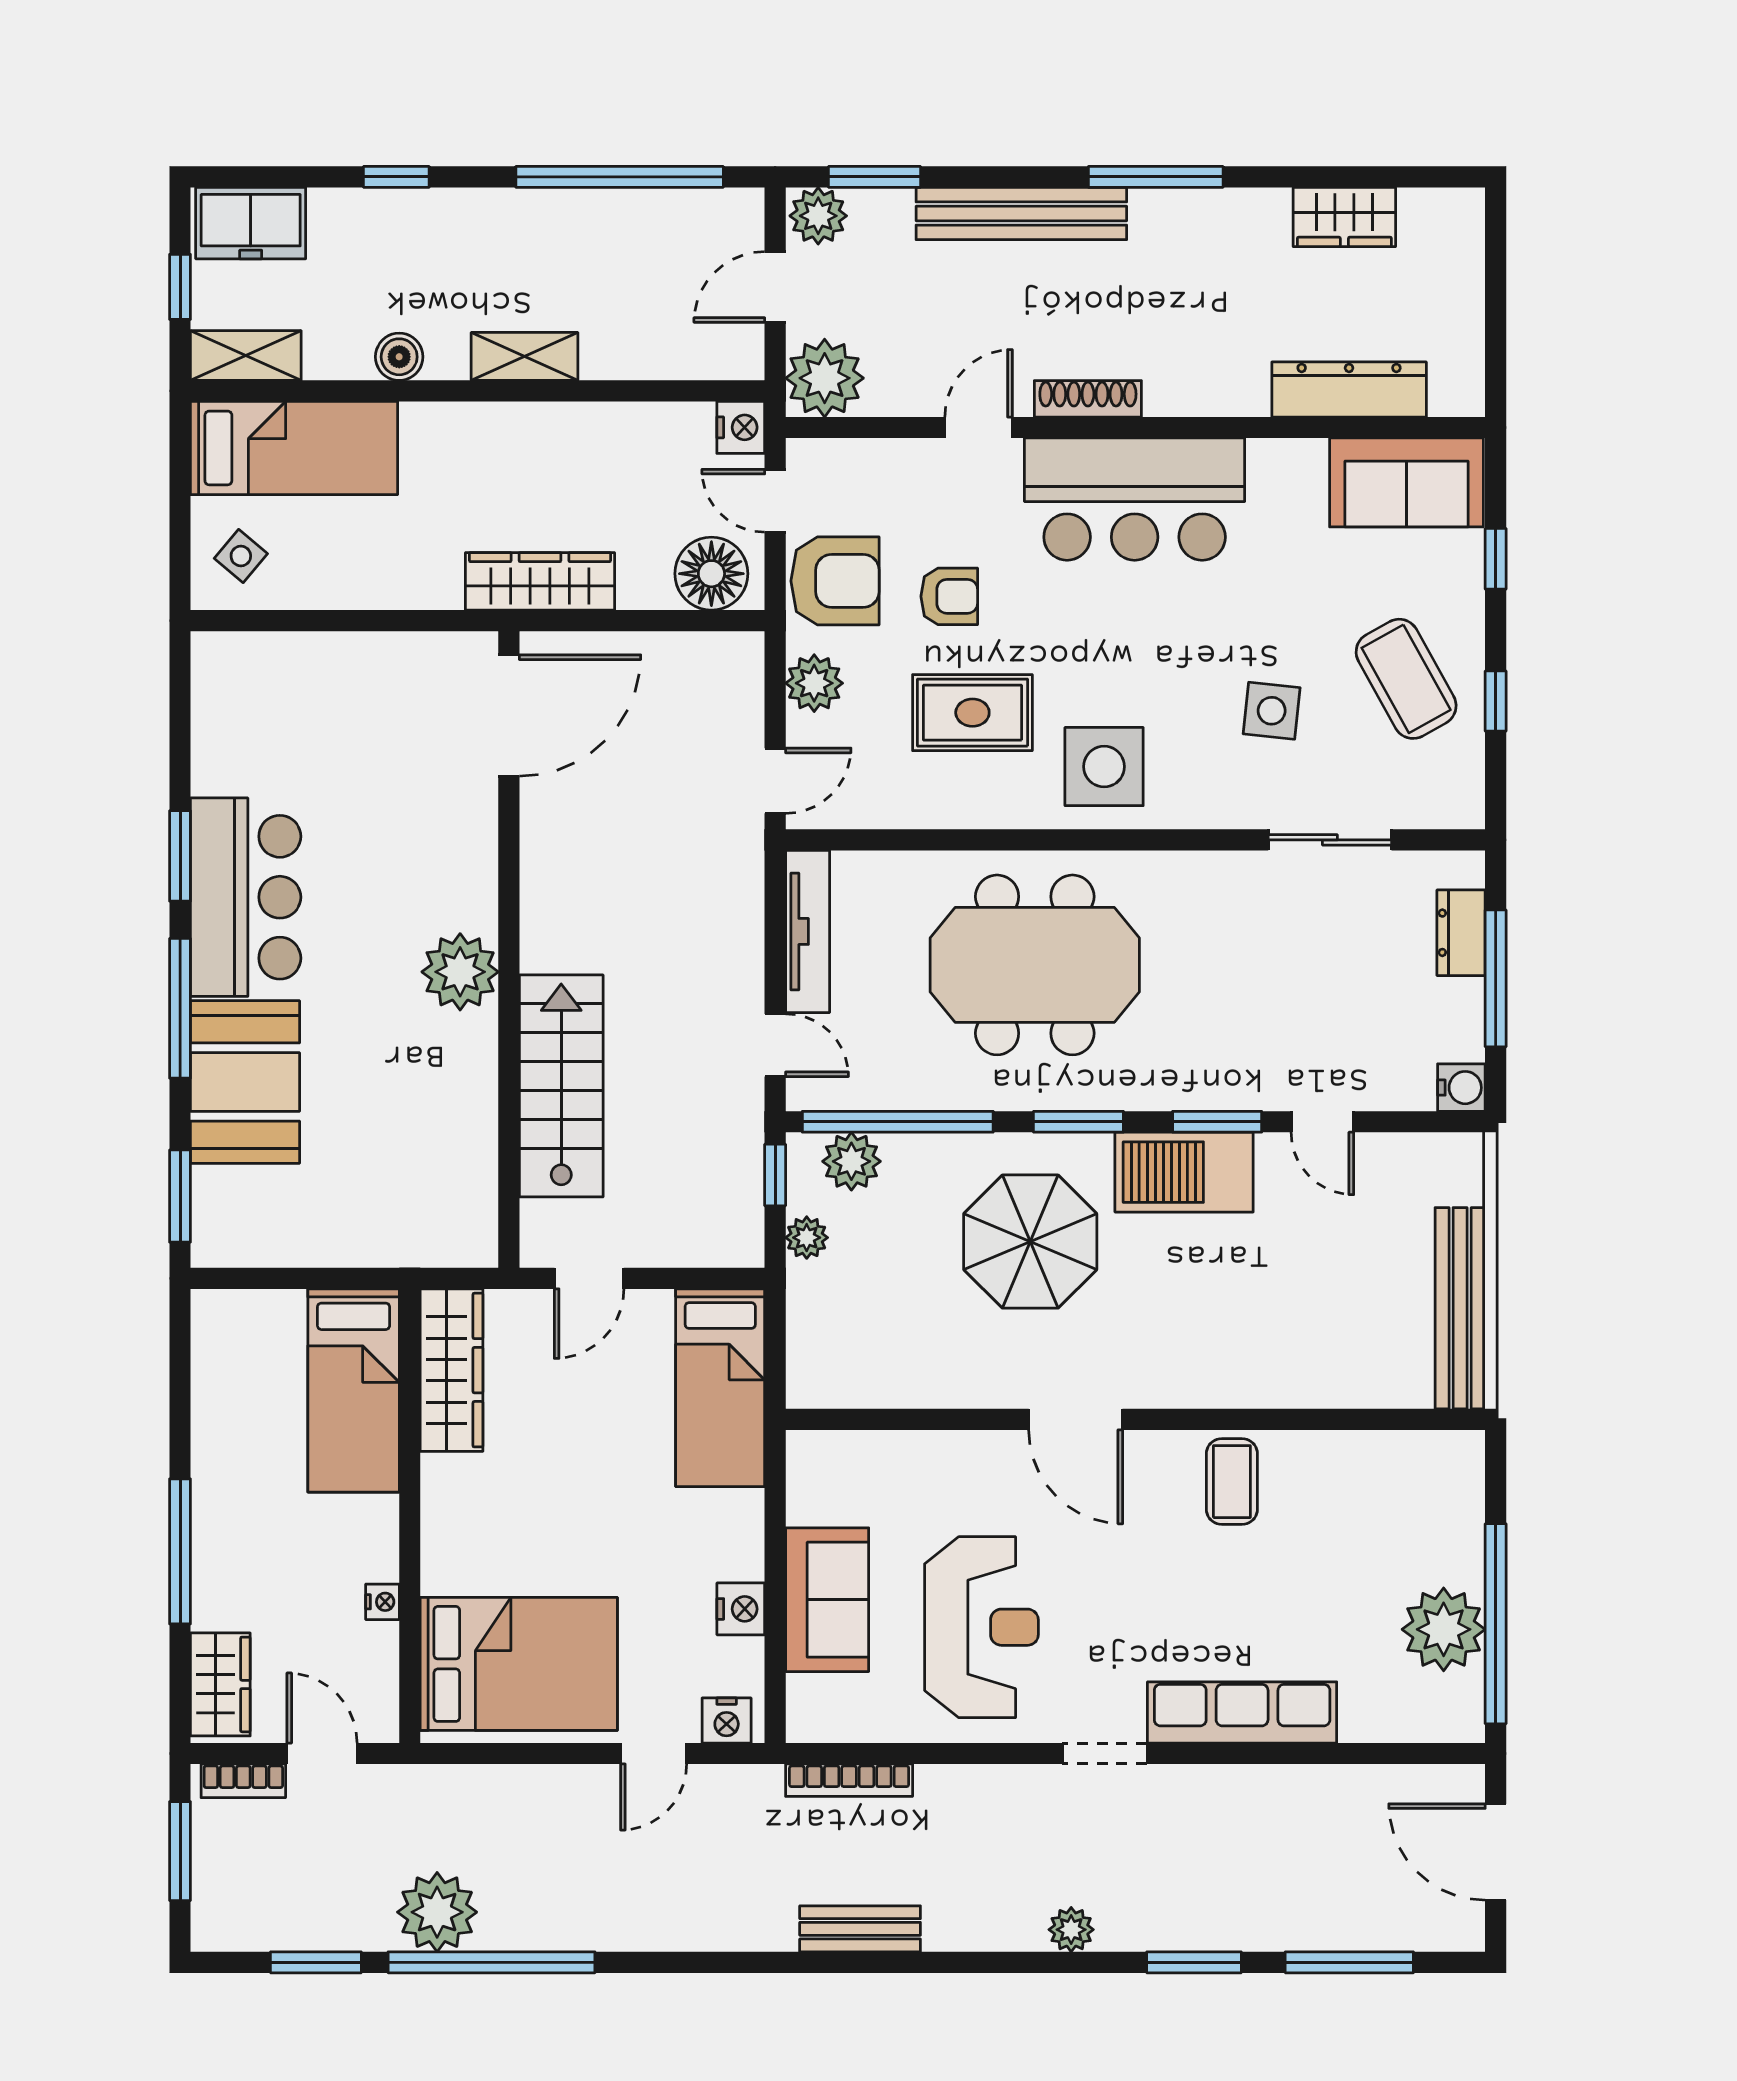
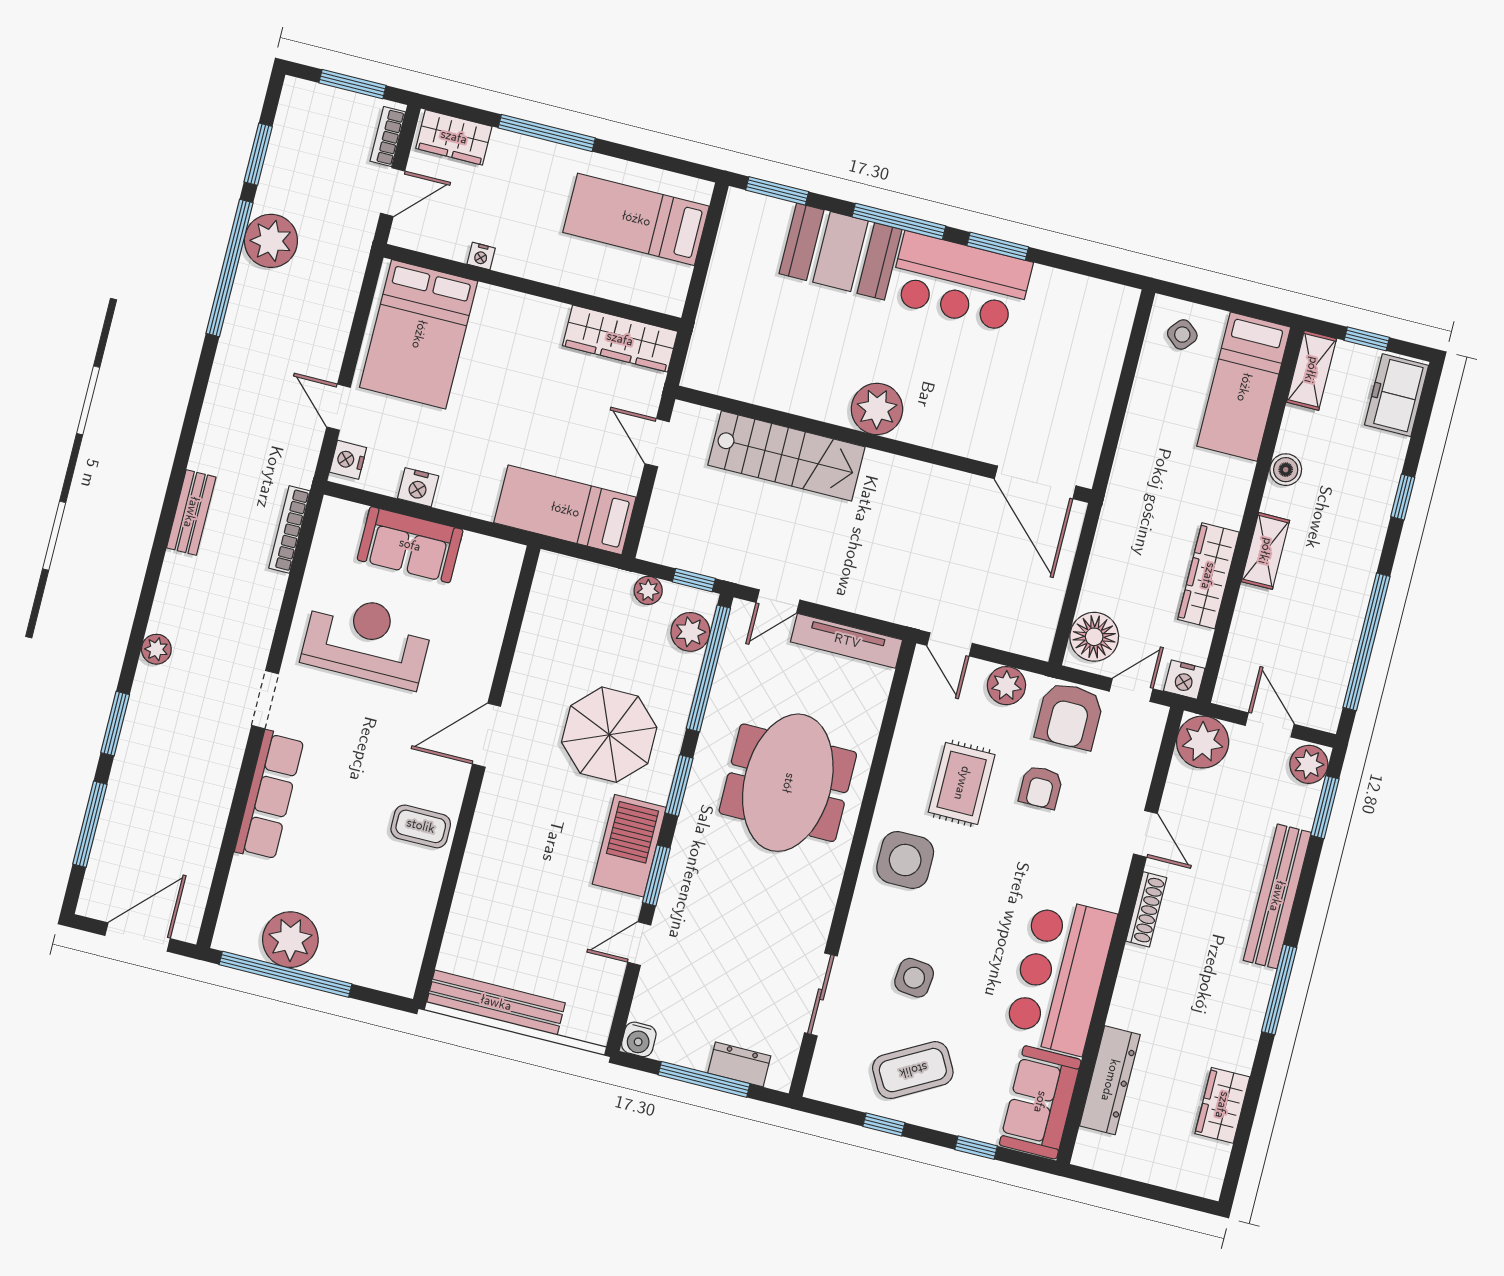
bar counter: (1135, 499) -> (1060, 976), moved
wardrobe: (540, 581) -> (1208, 576), moved, turned 180
bed: (354, 1390) -> (636, 219), moved
reception desk: (981, 1627) -> (367, 640), turned 180

